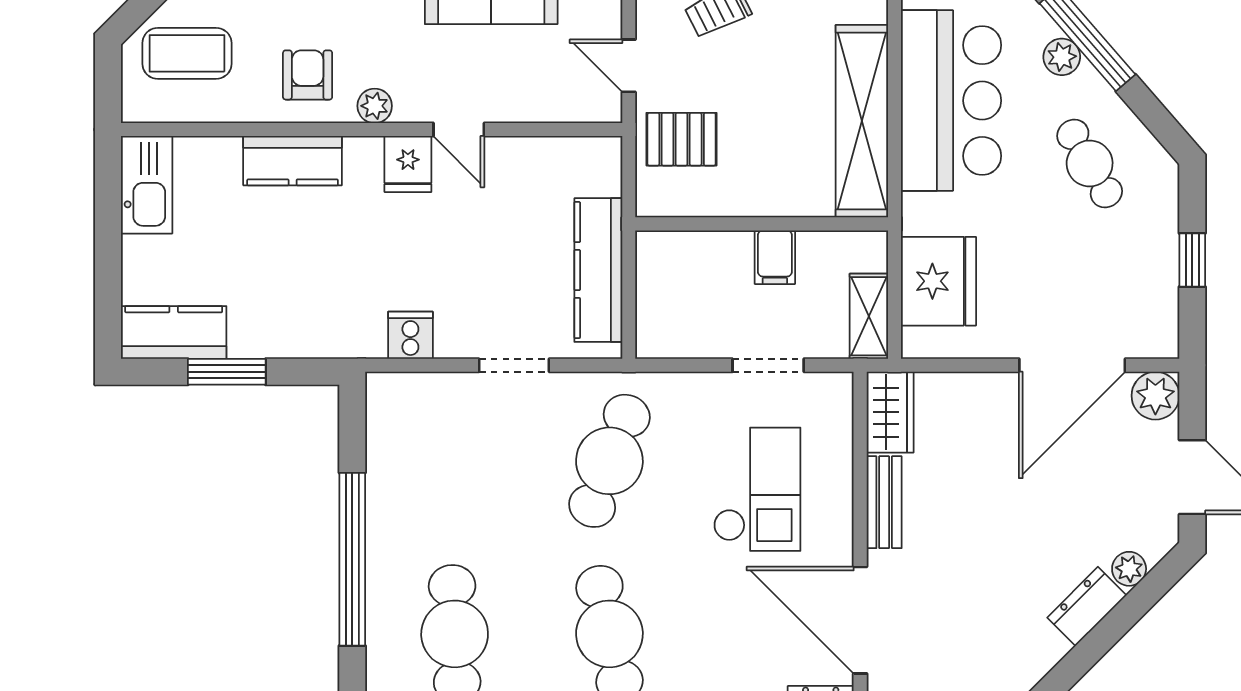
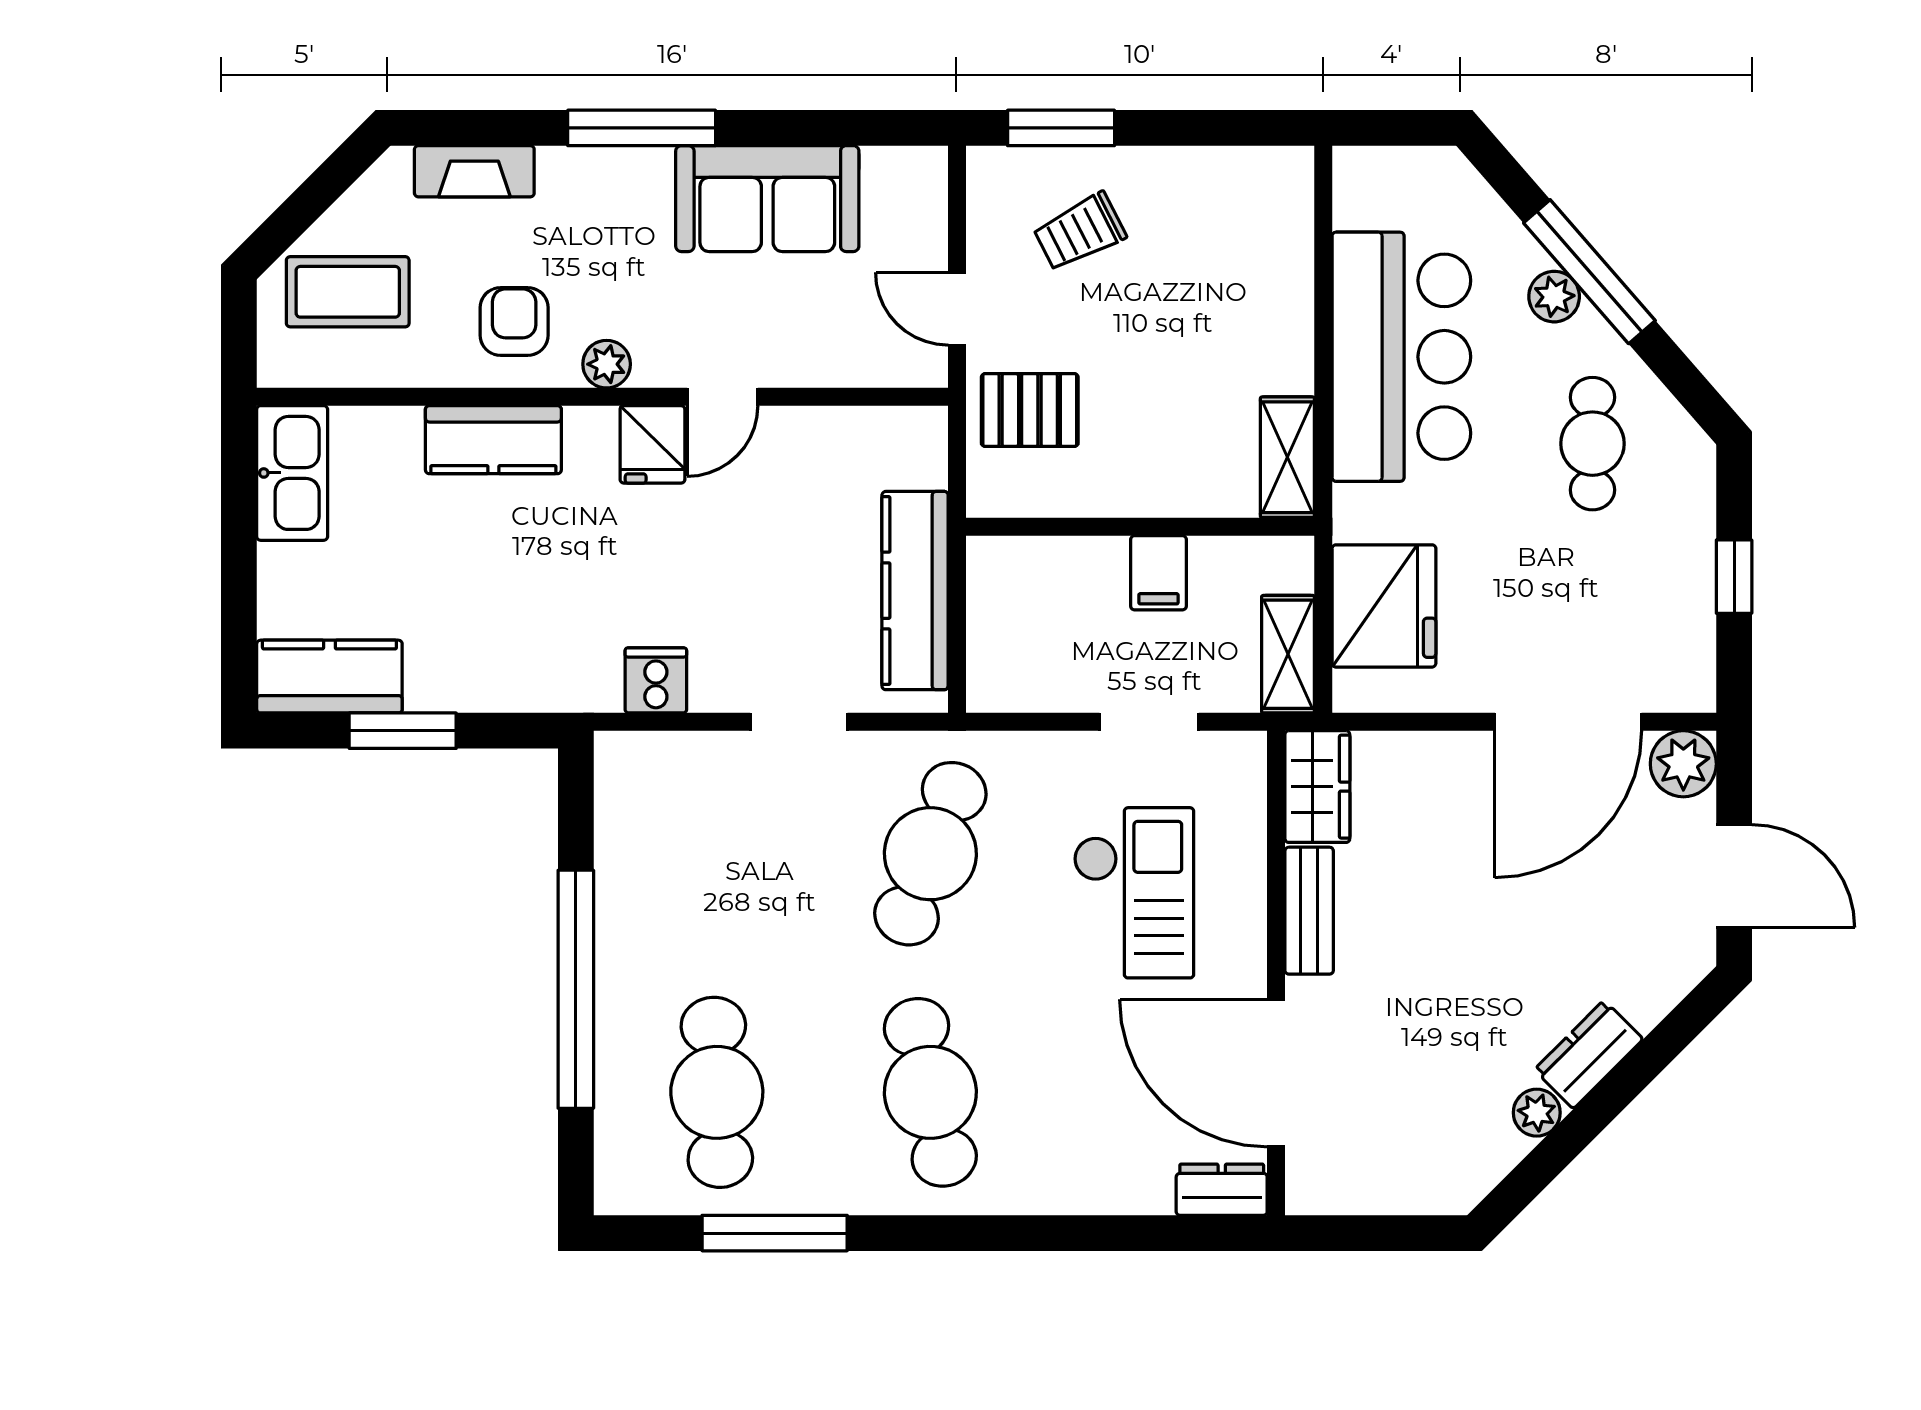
shelving: (862, 121) -> (1287, 457), width x0.45, depth x0.75
door: (459, 130) -> (722, 397), hinge flipped
cafe table: (1090, 163) -> (1592, 444), turned 30
plant: (1129, 569) -> (1537, 1113), moved

